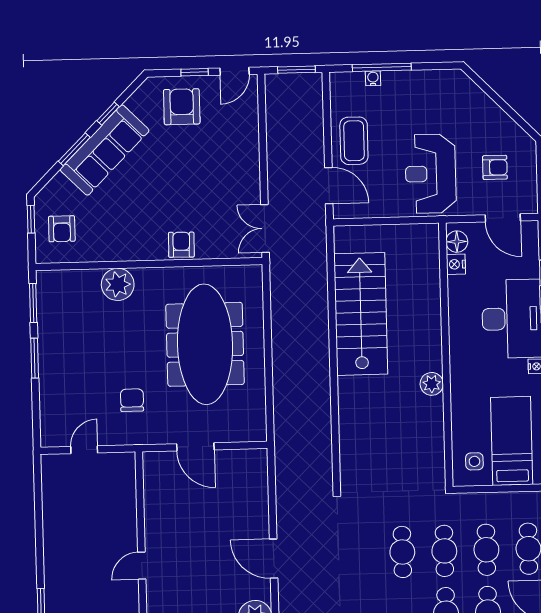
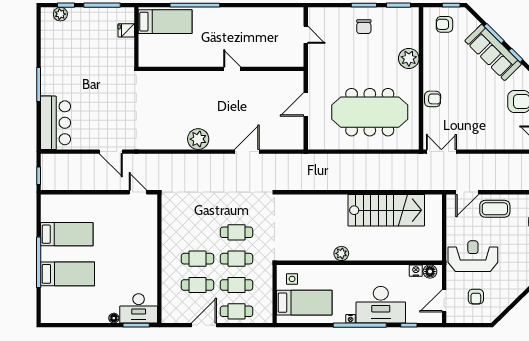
chair: (132, 400) -> (364, 27), moved, turned 90
door: (274, 559) -> (247, 152), moved

